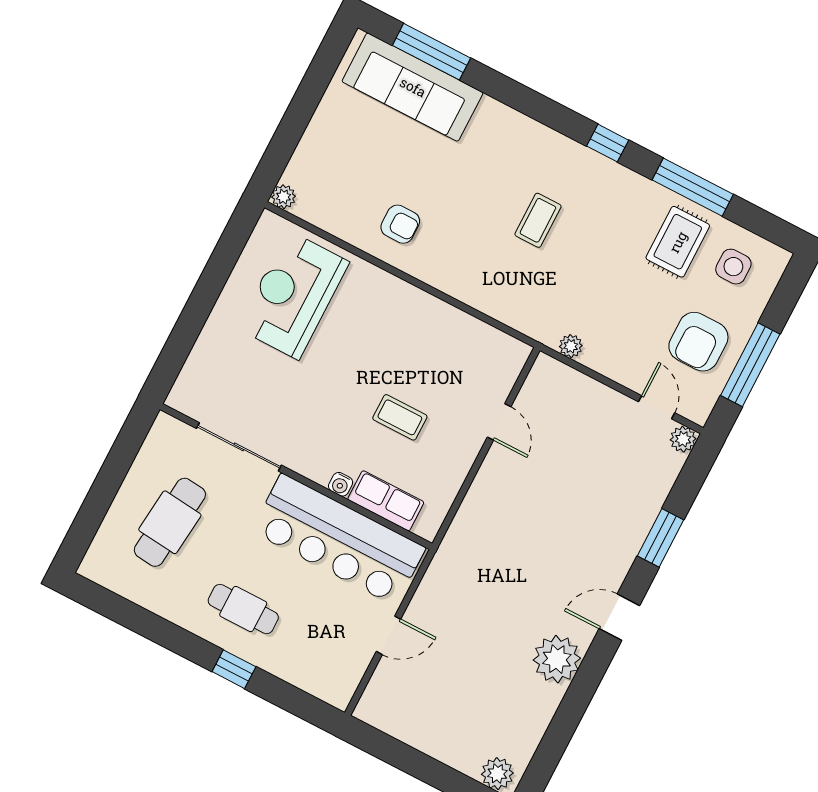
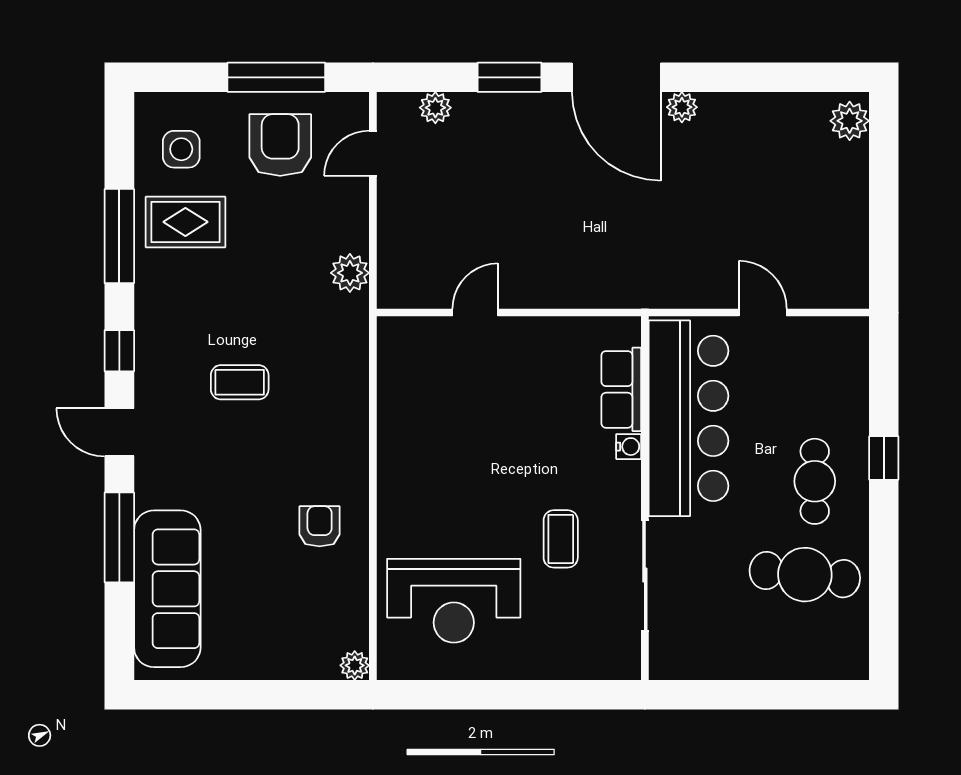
window: (431, 52) -> (119, 537), moved
door: (547, 112) -> (119, 432), added
armchair: (698, 342) -> (280, 145), turned -90
plant: (571, 346) -> (350, 273), width x1.38, depth x1.38
coffee table: (400, 417) -> (561, 539), moved
plant: (683, 439) -> (435, 108), moved
cafe table: (170, 522) -> (805, 575), moved
door: (619, 617) -> (616, 77), width x1.88
plant: (557, 659) -> (682, 107), width x0.53, depth x0.53

